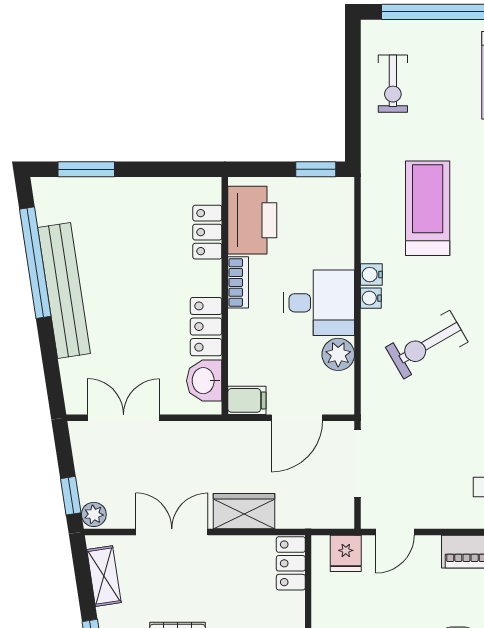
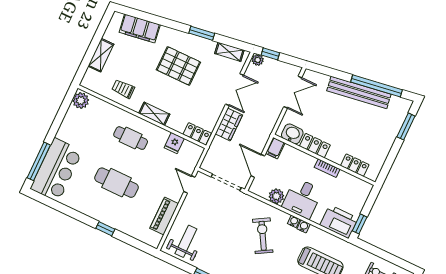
printer: (252, 220) -> (339, 222), moved, turned 180
fridge: (346, 553) -> (174, 143), moved, turned -90

